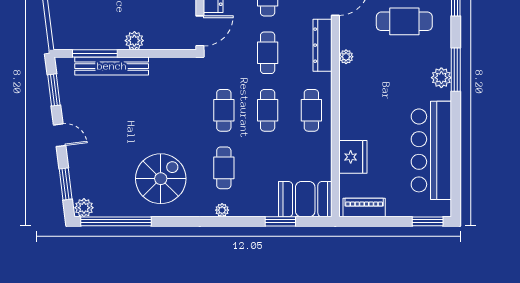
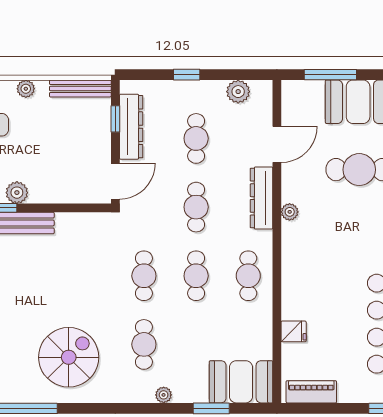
plant: (134, 41) -> (17, 193), moved
fridge: (353, 157) -> (294, 331), width x0.53, depth x0.75
plant: (222, 210) -> (164, 395), moved

